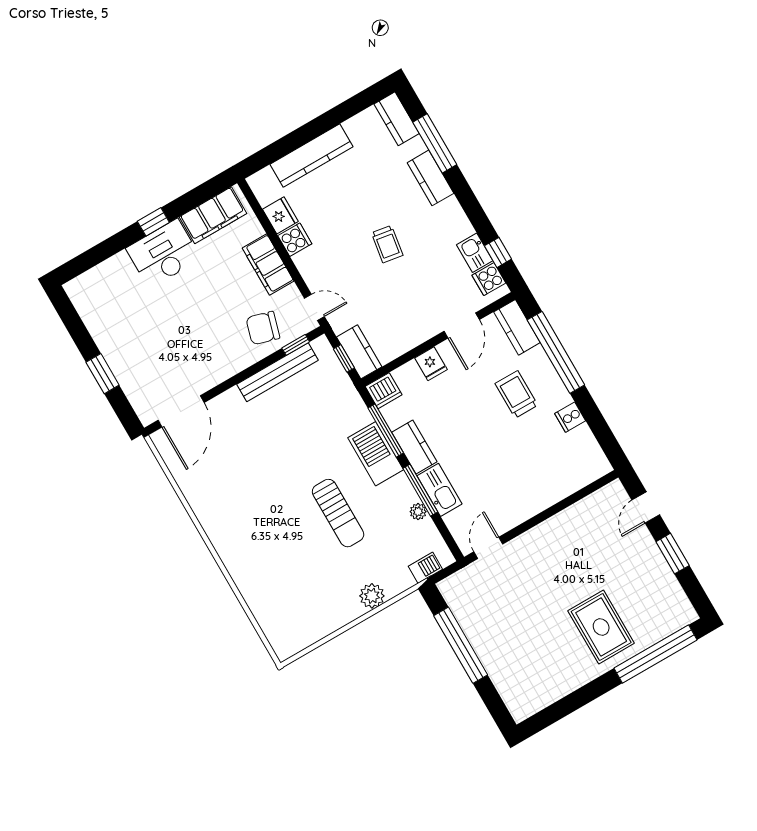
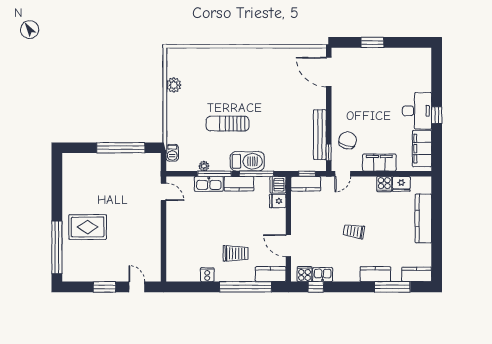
fridge: (431, 364) -> (278, 201), moved
plant: (372, 596) -> (174, 85), moved

